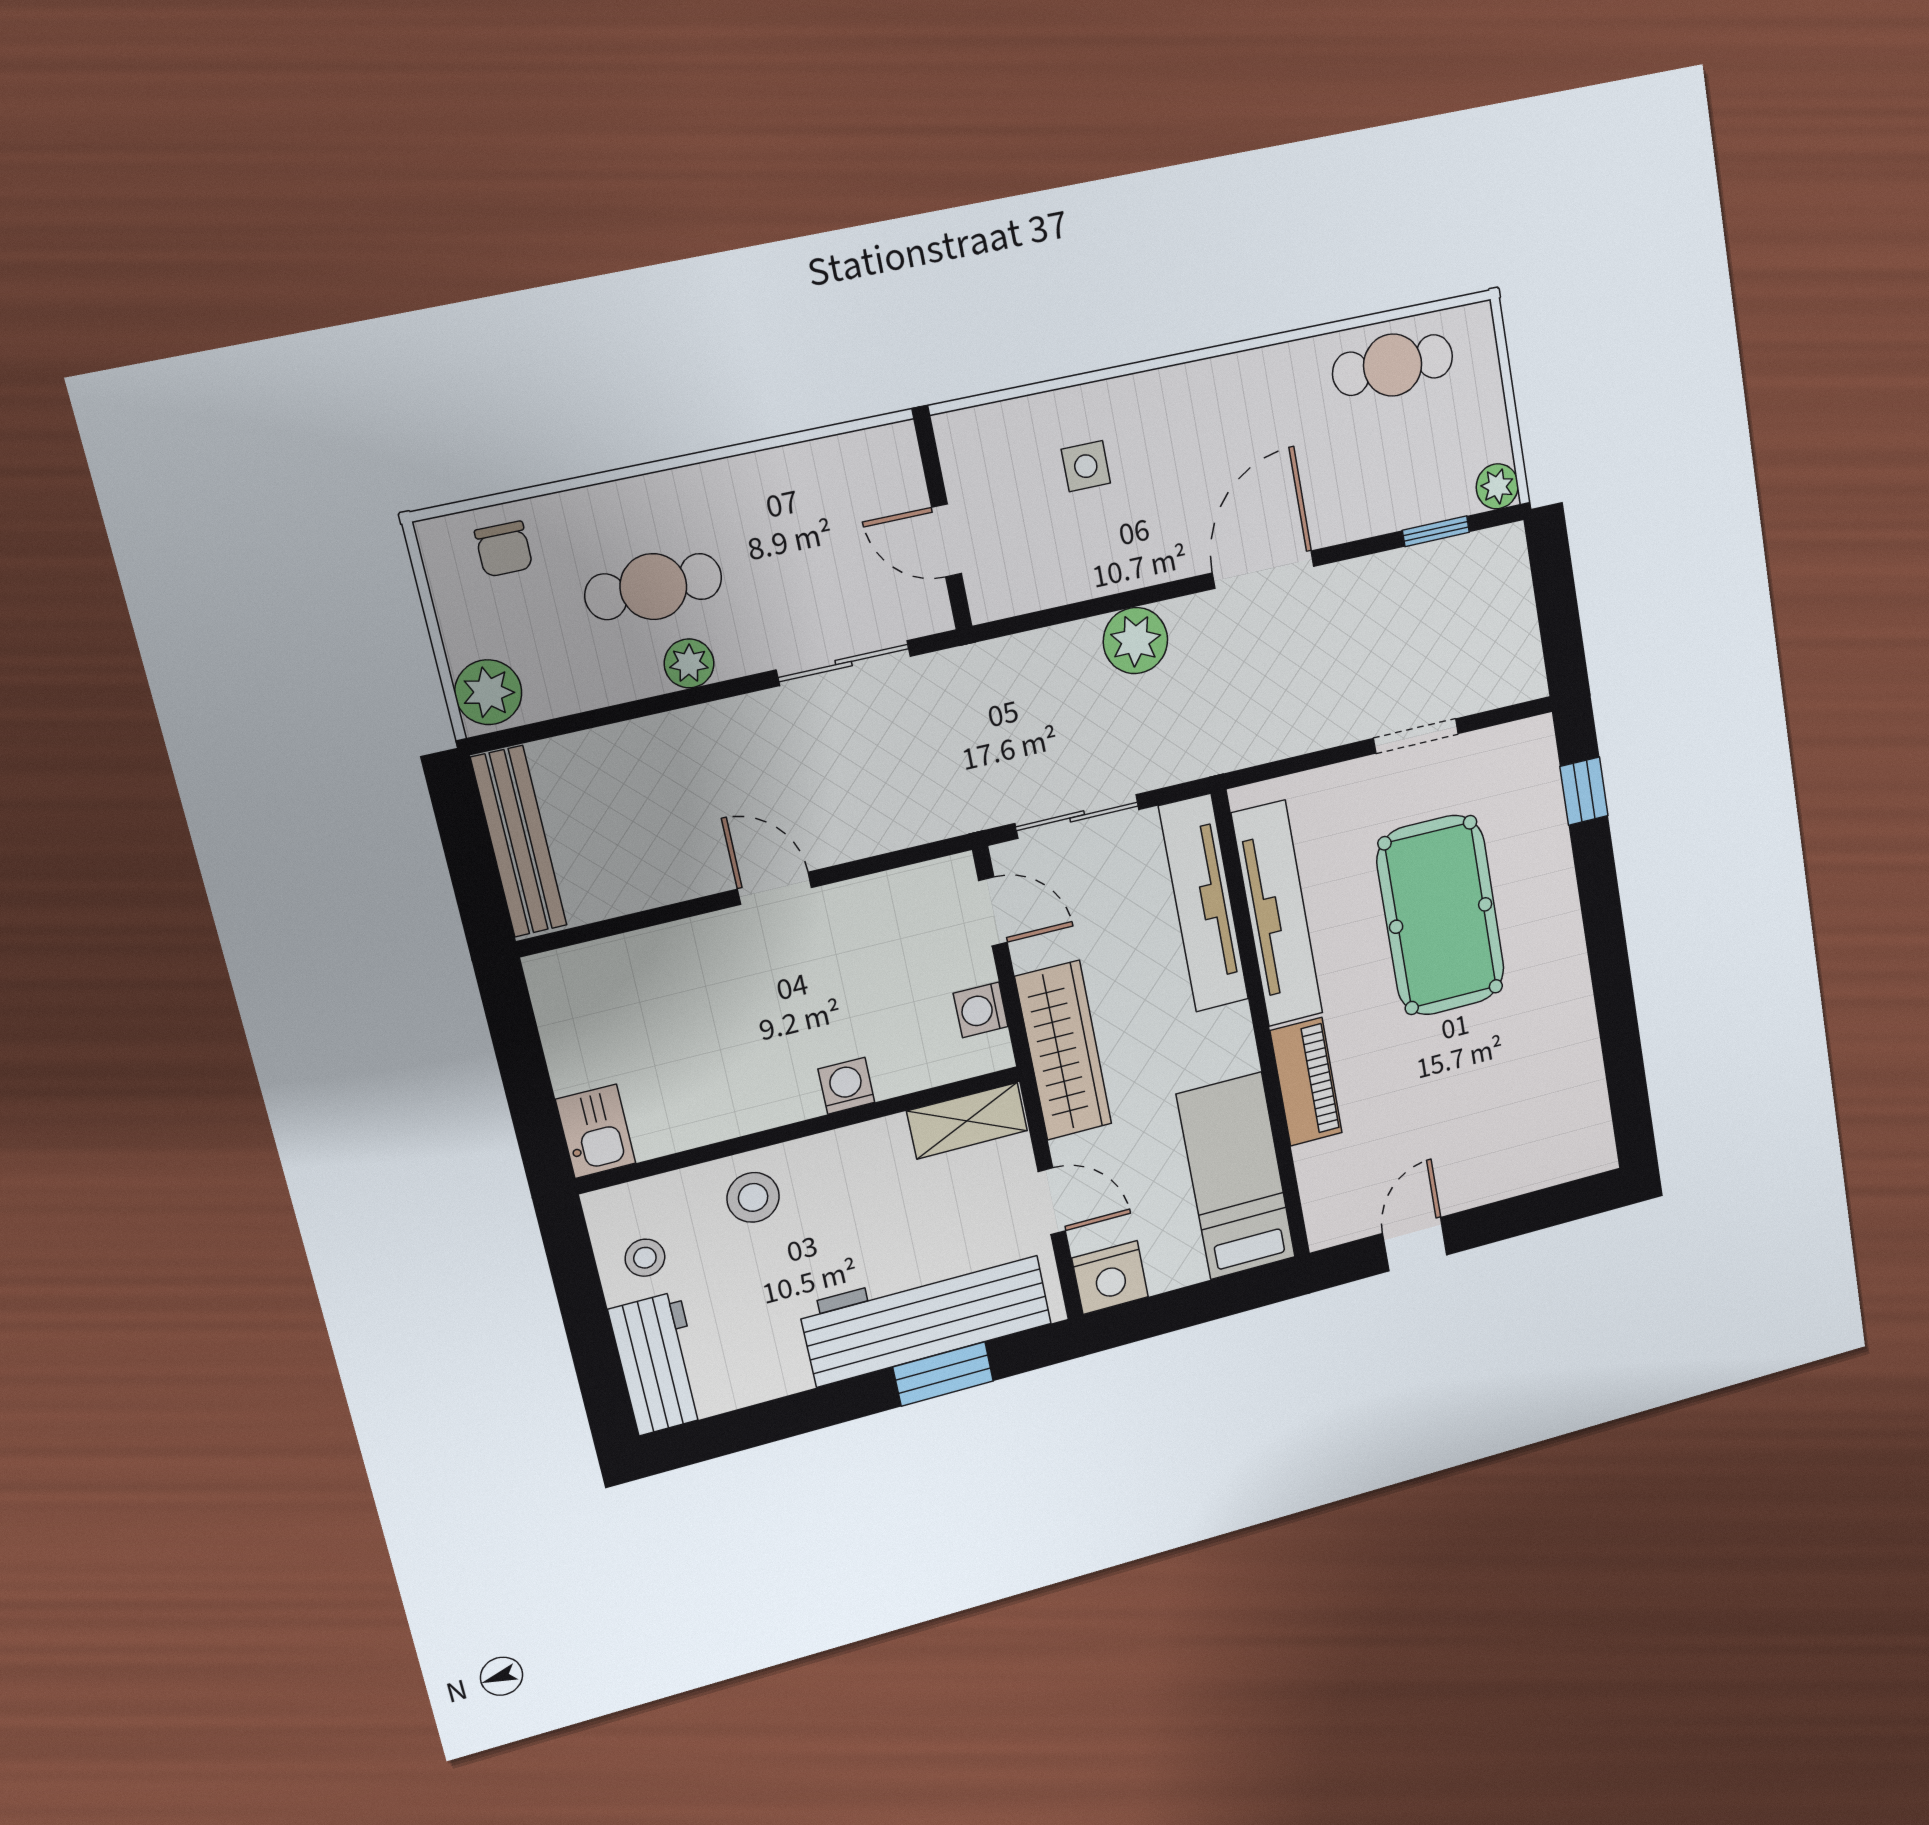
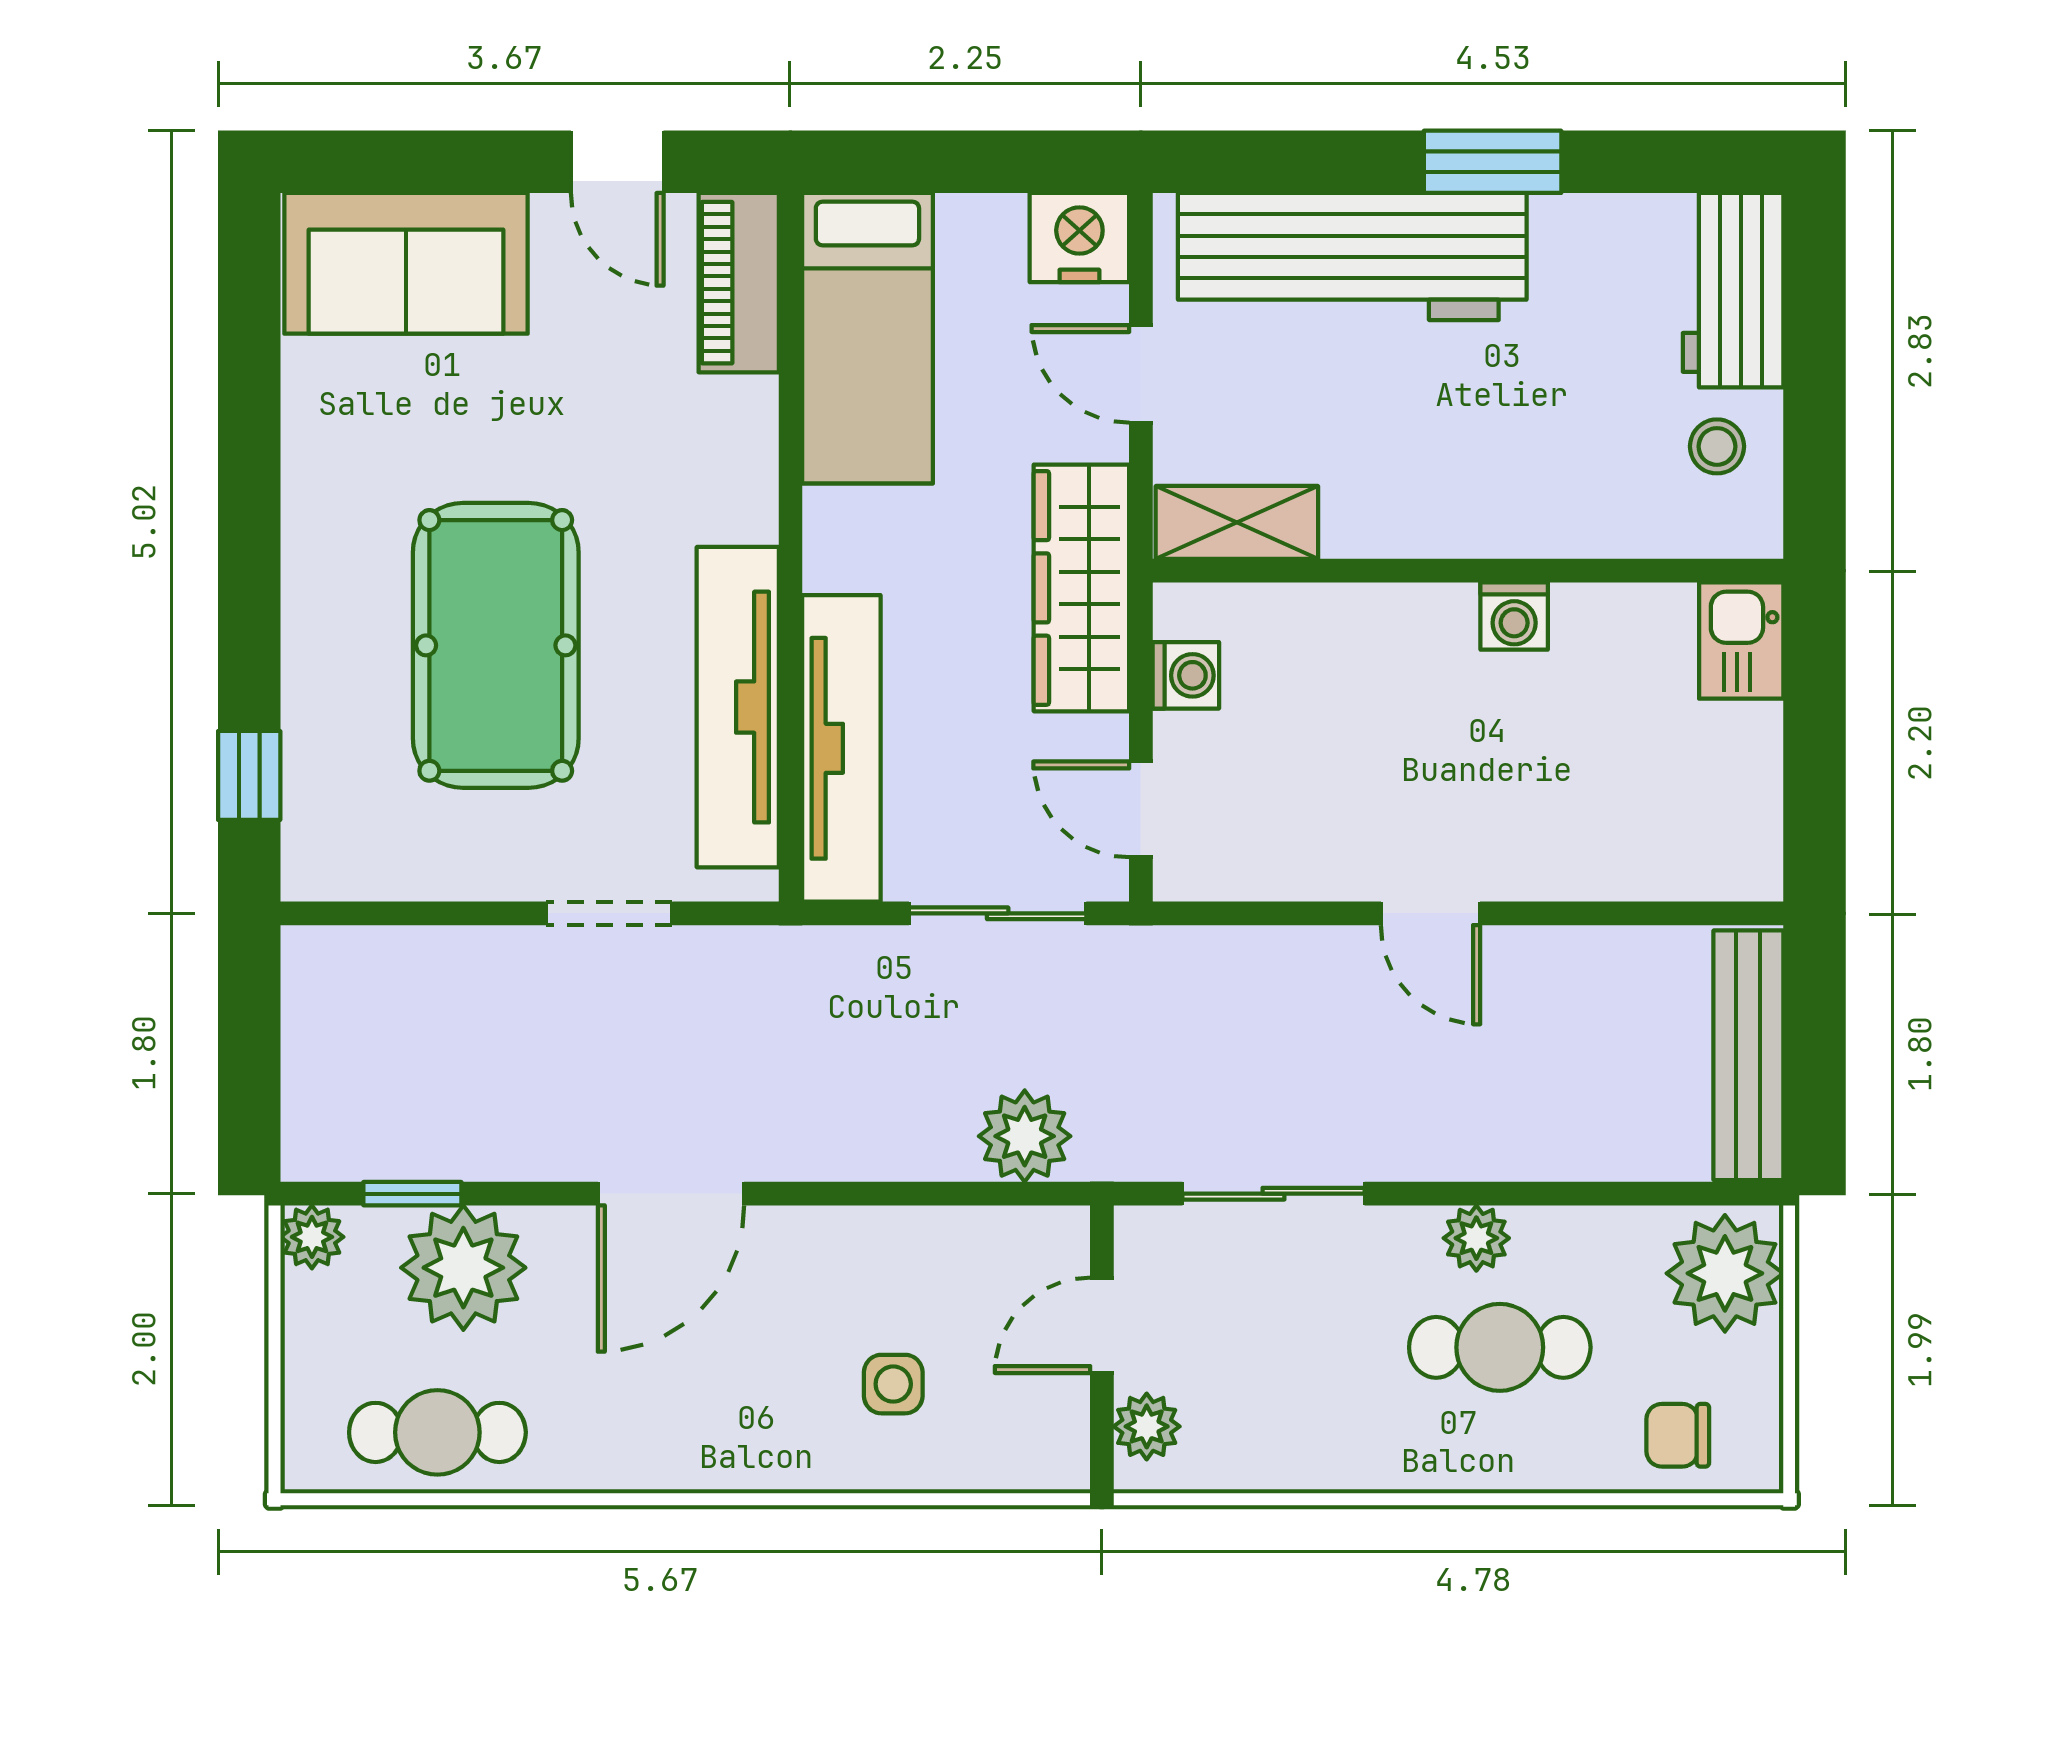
plant: (899, 473) -> (1147, 1426), added
plant: (1394, 487) -> (463, 1268), added
door: (947, 541) -> (1102, 1325), swing flipped
chair: (504, 549) -> (1678, 1435), turned -90
plant: (1135, 641) -> (1025, 1136), moved
plant: (488, 692) -> (1725, 1273), width x1.36, depth x1.36
doorway: (1416, 736) -> (609, 913), moved
piano: (1306, 1082) -> (739, 283), moved
washing machine: (846, 1086) -> (1514, 616), moved
sofa: (1536, 1145) -> (406, 263), added
stool: (753, 1197) -> (1553, 492), removed
door: (1415, 1244) -> (617, 162), hinge flipped
window: (943, 1374) -> (1493, 162), moved

